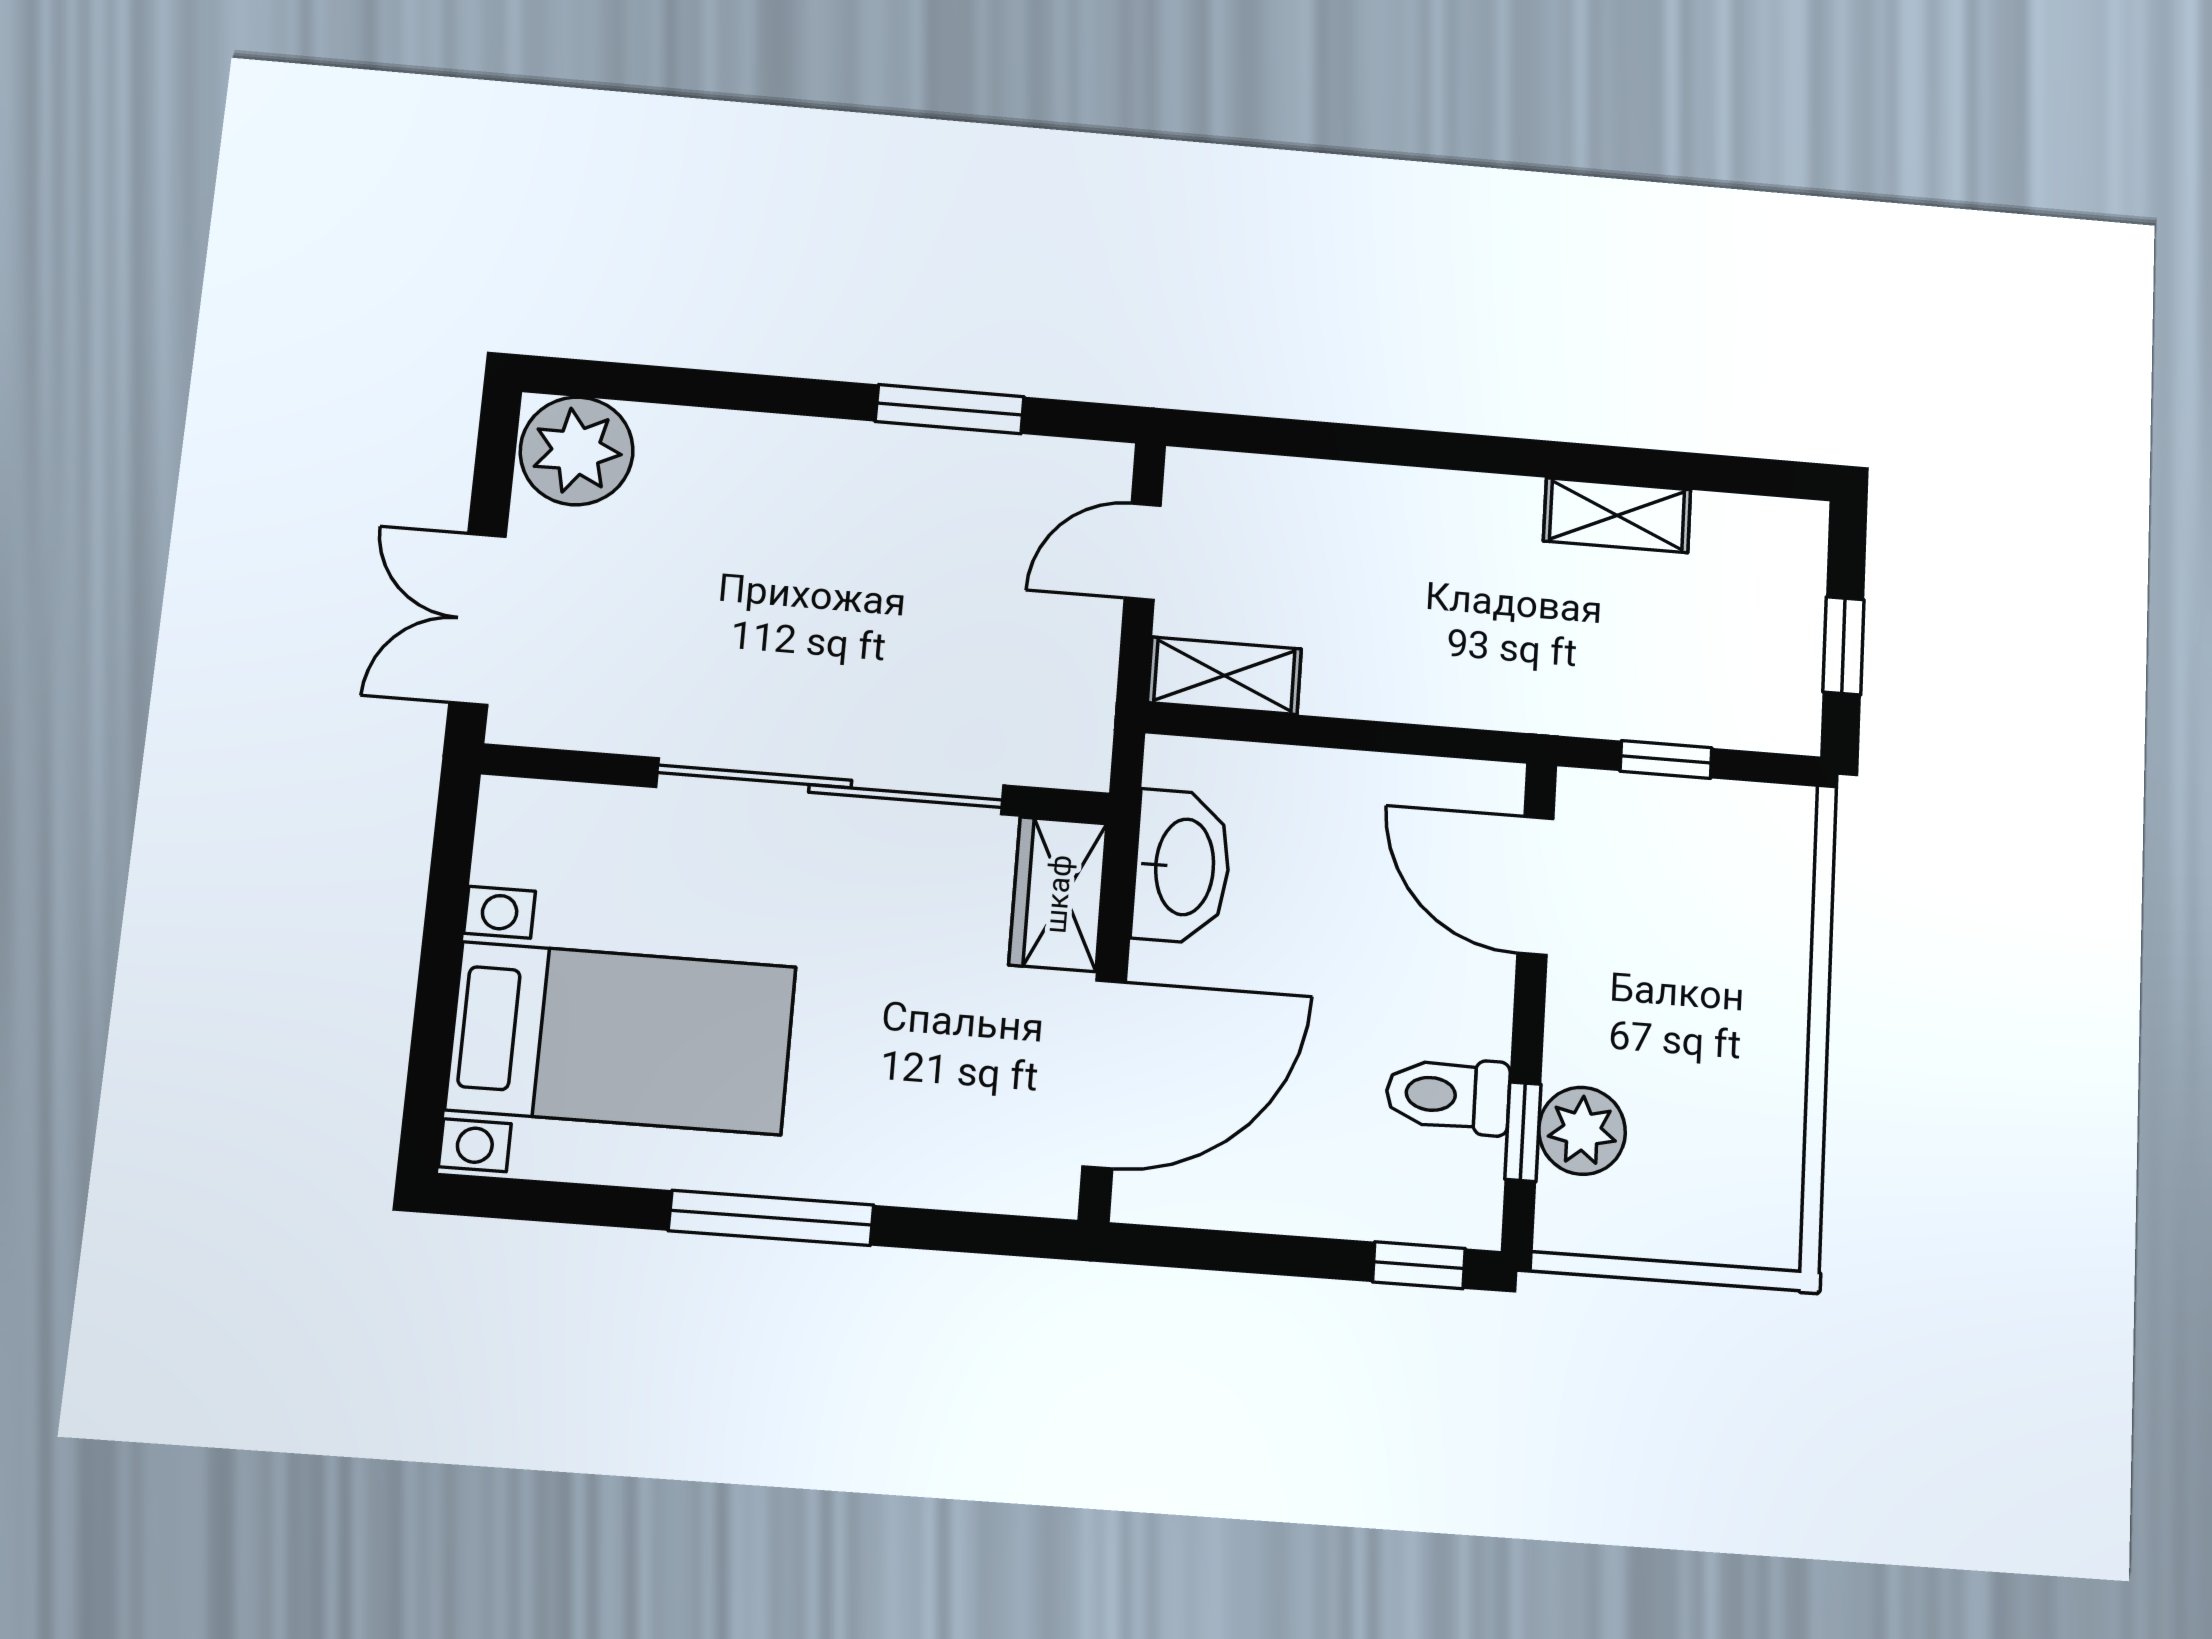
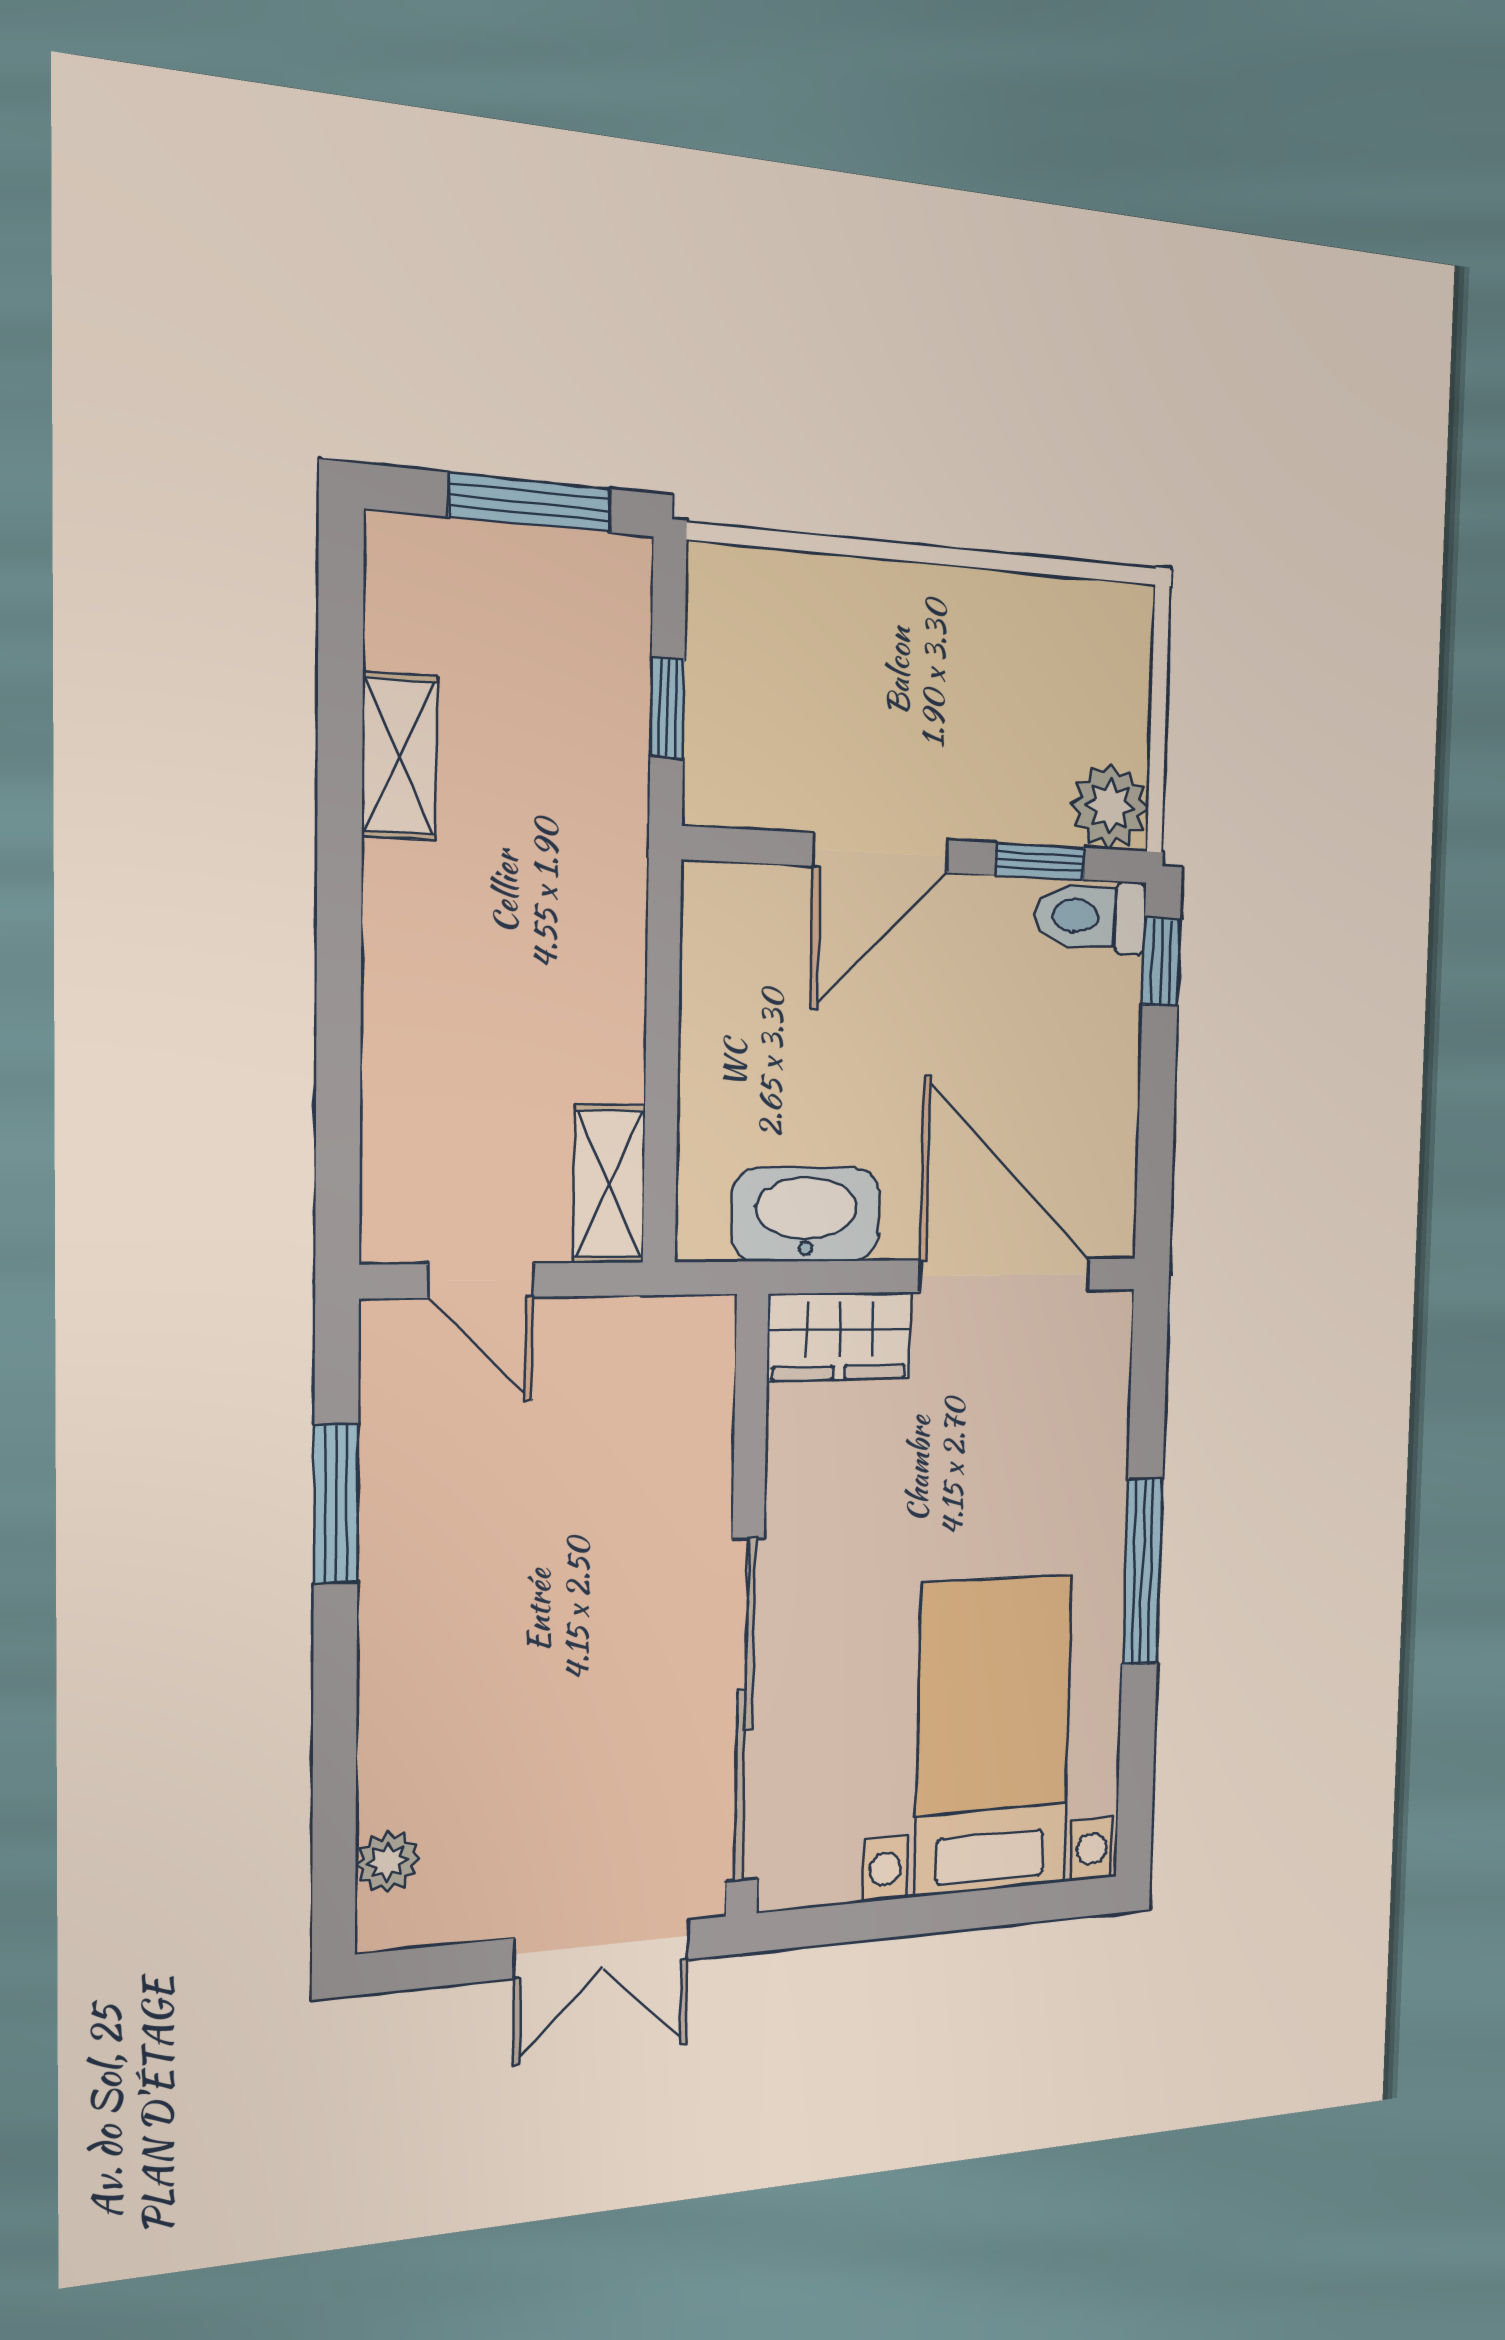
plant: (577, 451) -> (388, 1862), width x0.53, depth x0.53
window: (1843, 646) -> (530, 503), width x1.50
sliding door: (830, 786) -> (745, 1710), moved
door: (1535, 886) -> (881, 853), moved
toilet: (1448, 1095) -> (1091, 917), moved, turned 90
plant: (1582, 1131) -> (1110, 806), moved

